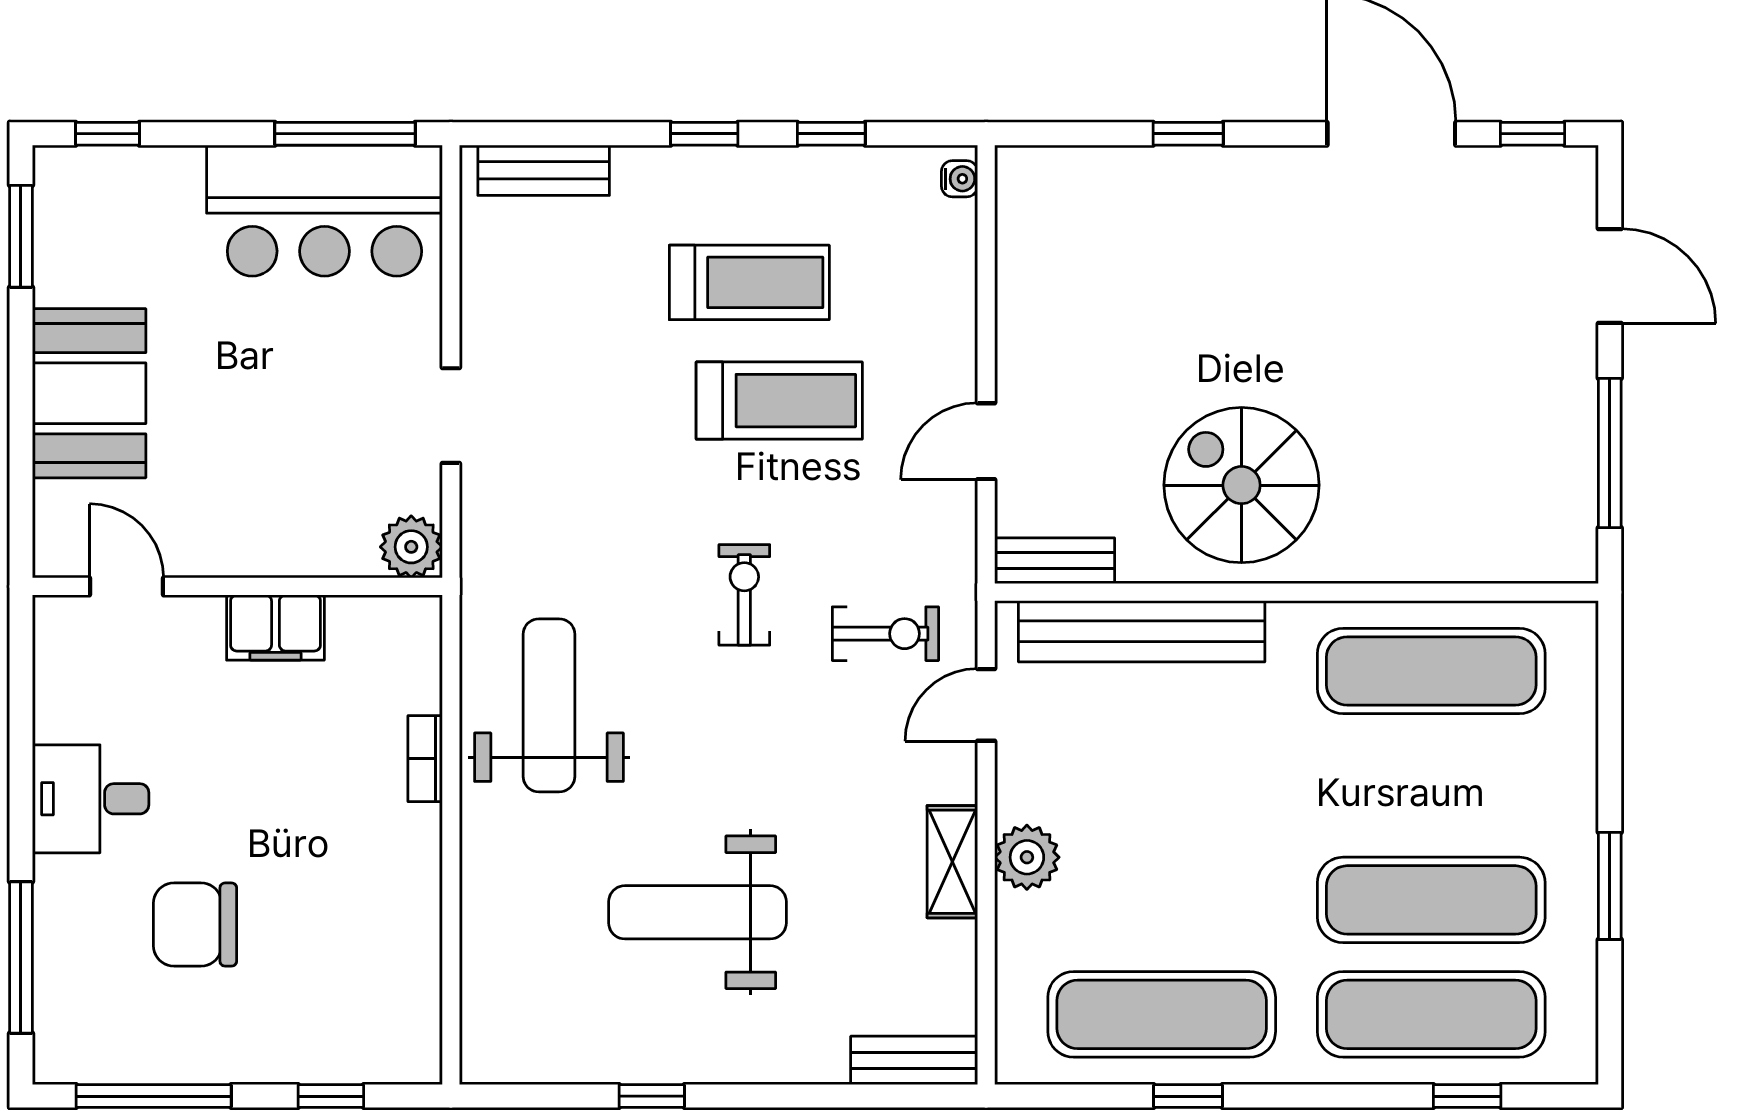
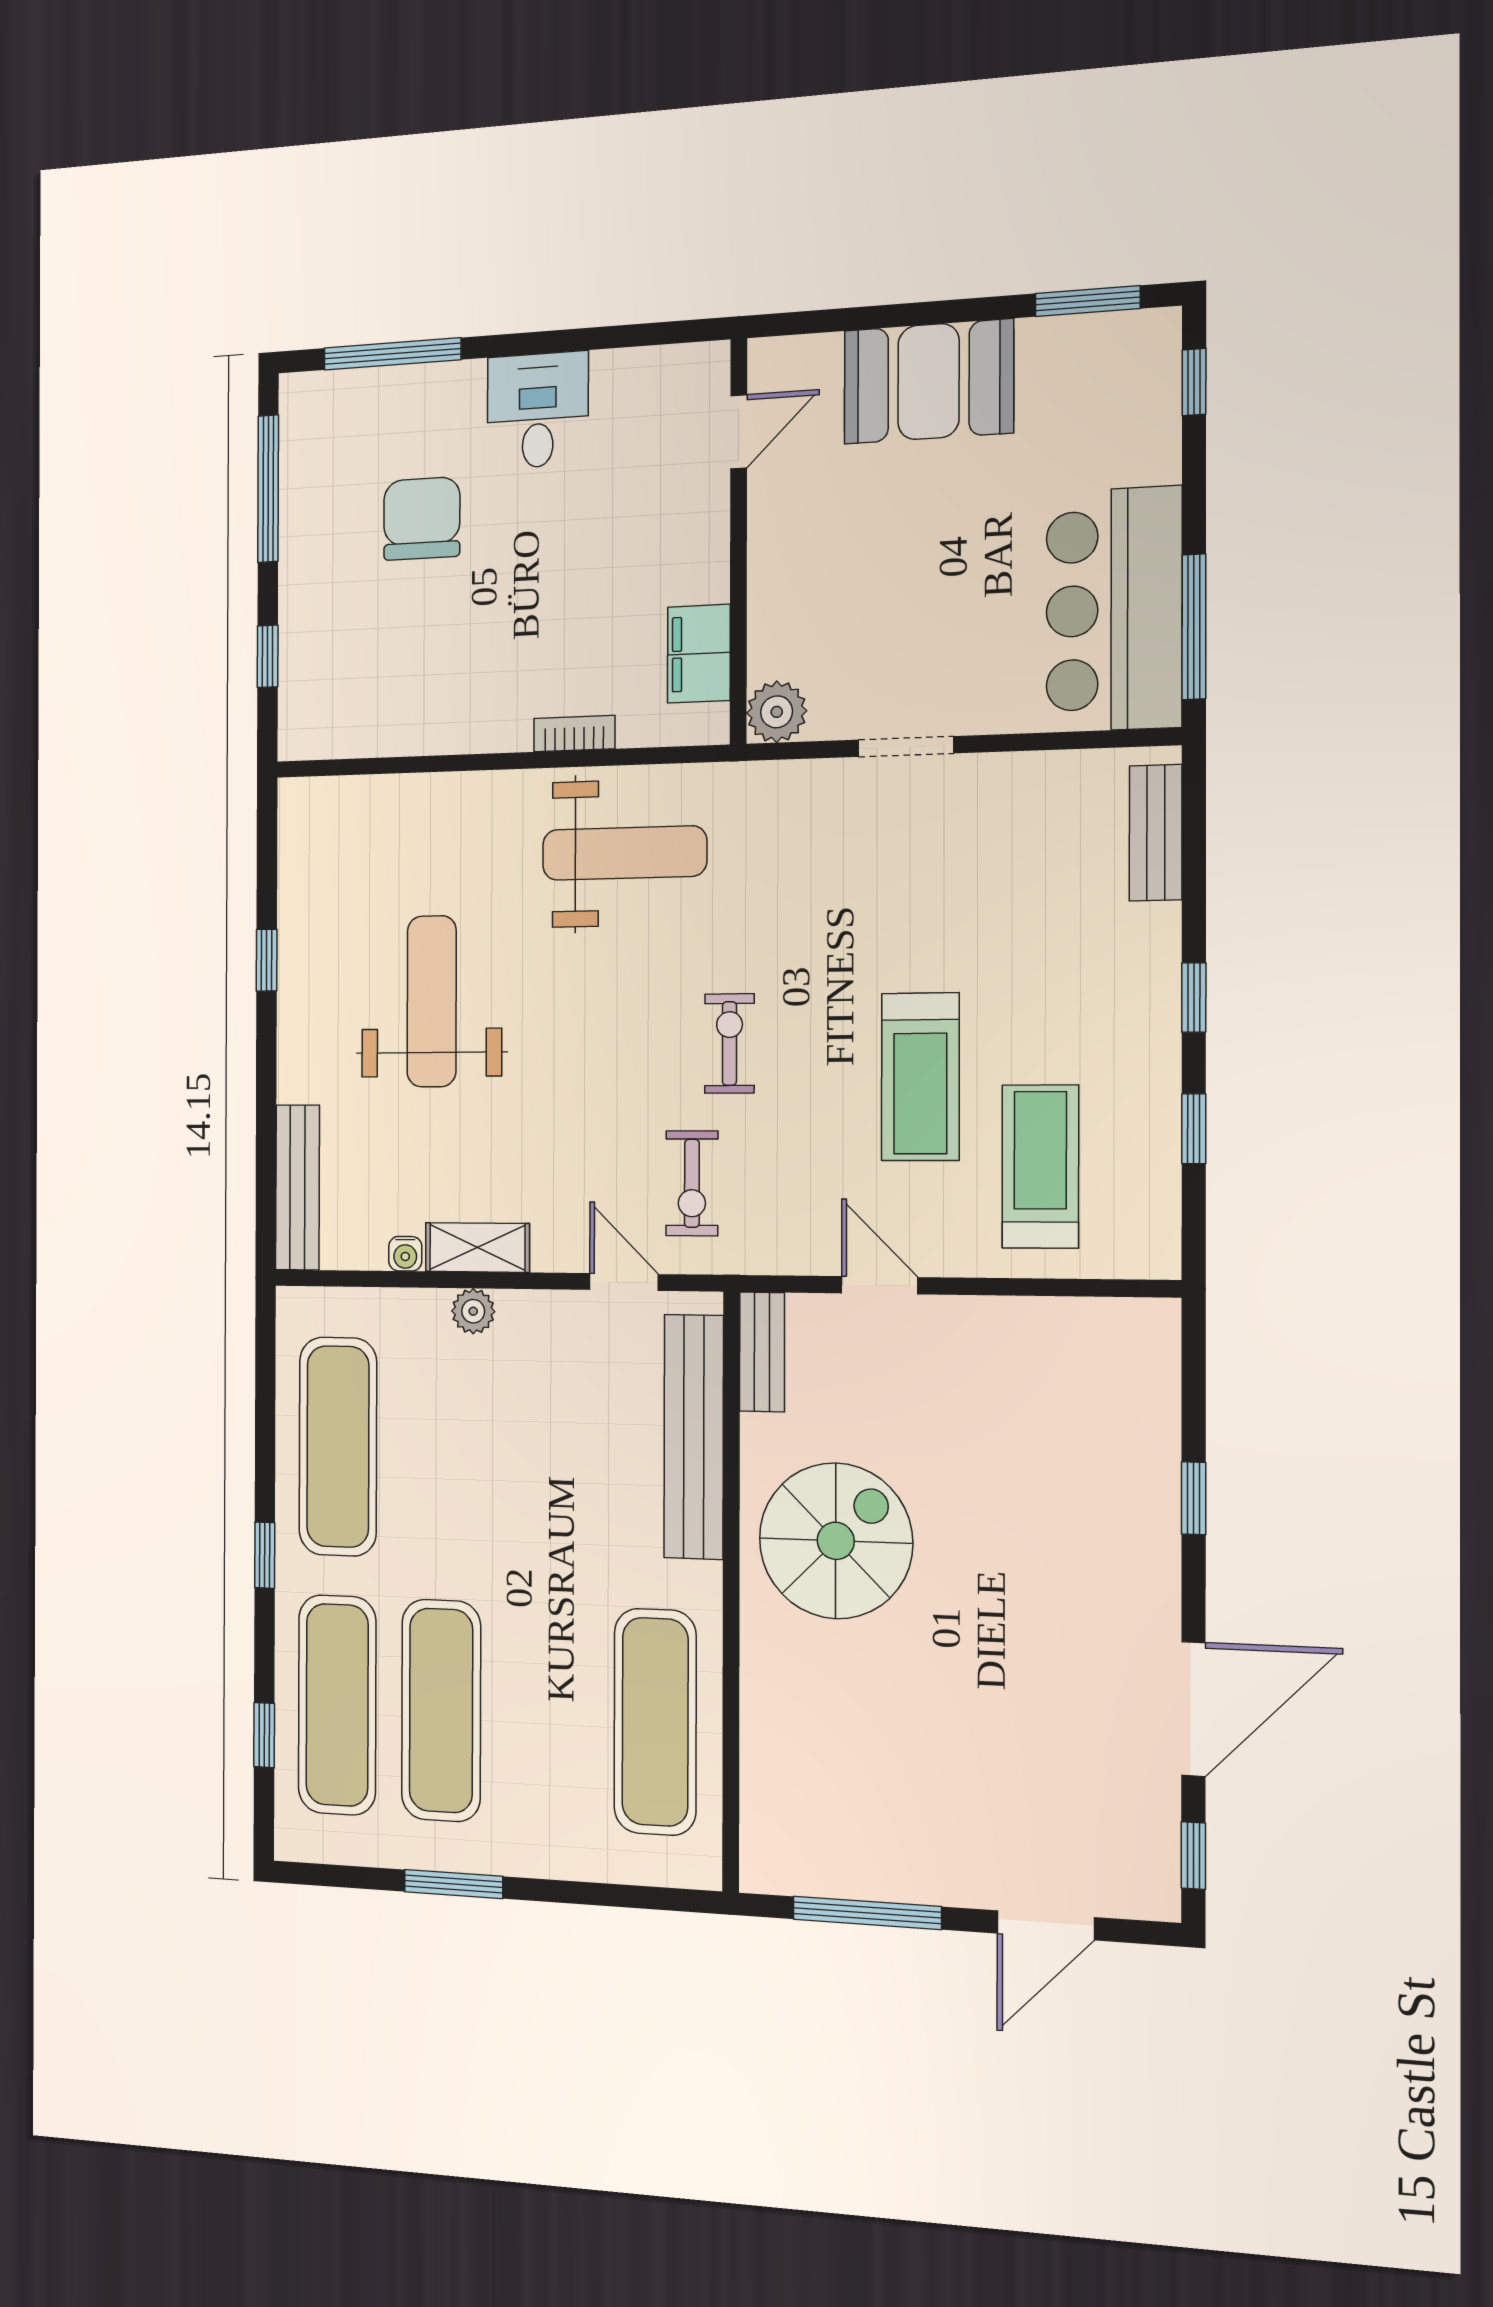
water cooler: (960, 179) -> (405, 1254), moved
treadmill: (749, 282) -> (1040, 1166), moved, turned 180
exercise bike: (744, 595) -> (729, 1043), turned -90
filing cabinet: (275, 628) -> (699, 654), moved
plant: (1027, 857) -> (473, 1311), width x0.73, depth x0.73
bench: (914, 1060) -> (298, 1187), width x1.36
window: (1188, 1096) -> (265, 1555), moved

